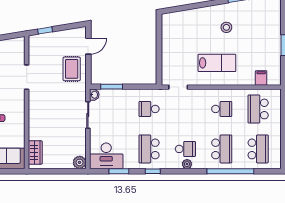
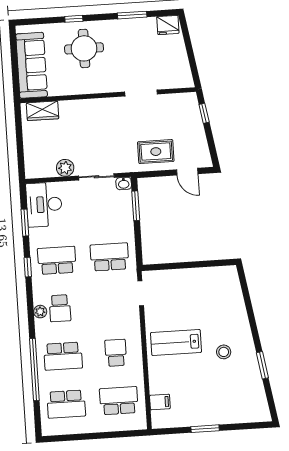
lab bench: (217, 63) -> (176, 342), turned 90
school desk: (149, 109) -> (110, 257), width x1.85
school desk: (222, 109) -> (116, 353), turned 180
plant: (80, 162) -> (65, 168), moved

